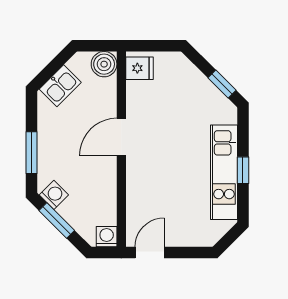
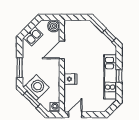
fridge: (140, 68) -> (70, 79), moved
door: (121, 137) -> (62, 50), moved
washing machine: (54, 195) -> (36, 87), width x1.89, depth x1.89

